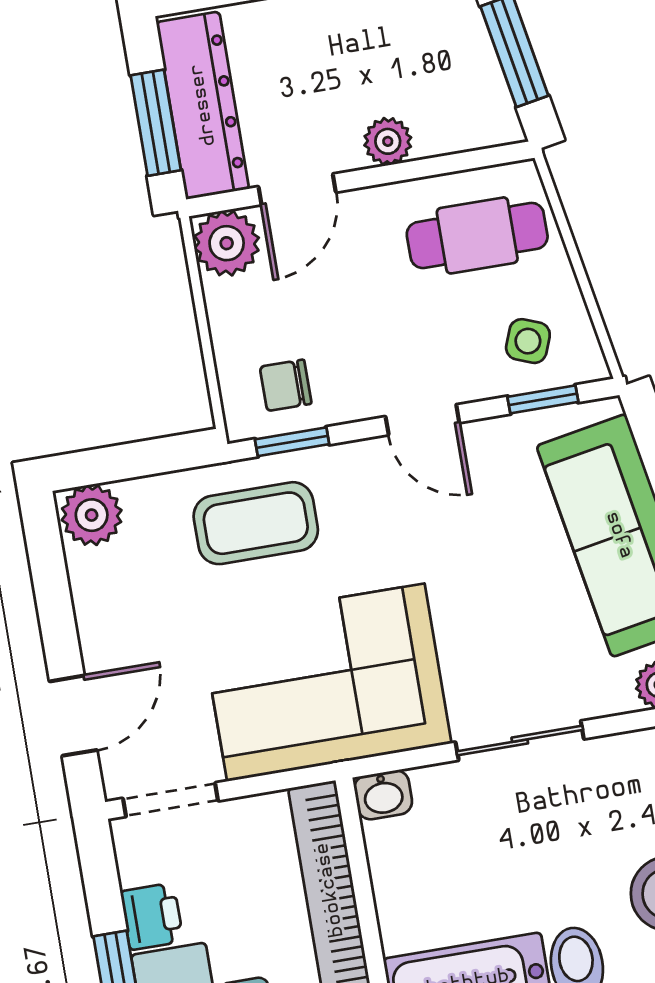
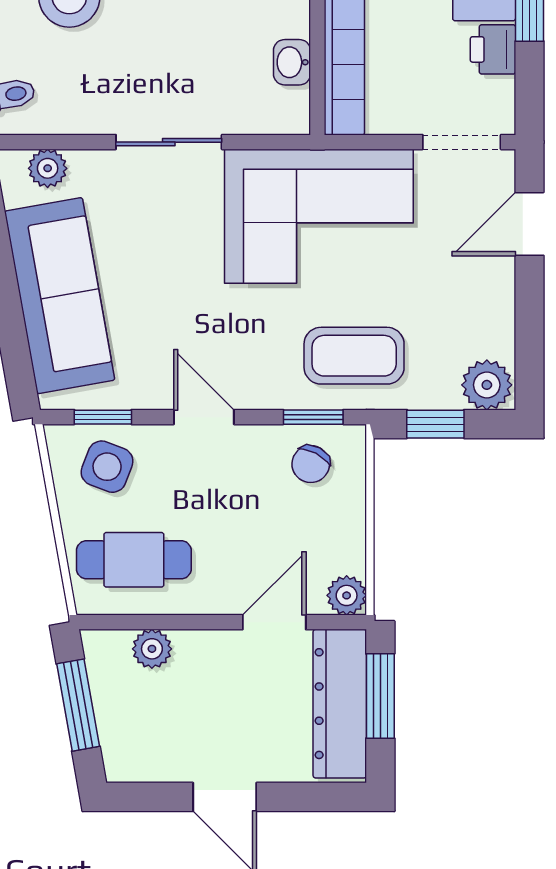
plant: (388, 141) -> (152, 649), moved
plant: (227, 243) -> (347, 595), width x0.73, depth x0.73
side table: (528, 341) -> (107, 467), width x1.37, depth x1.37
chair: (286, 385) -> (311, 464), turned 118
window: (145, 458) -> (435, 424), added
washbasin: (383, 795) -> (292, 62), moved, turned -90

